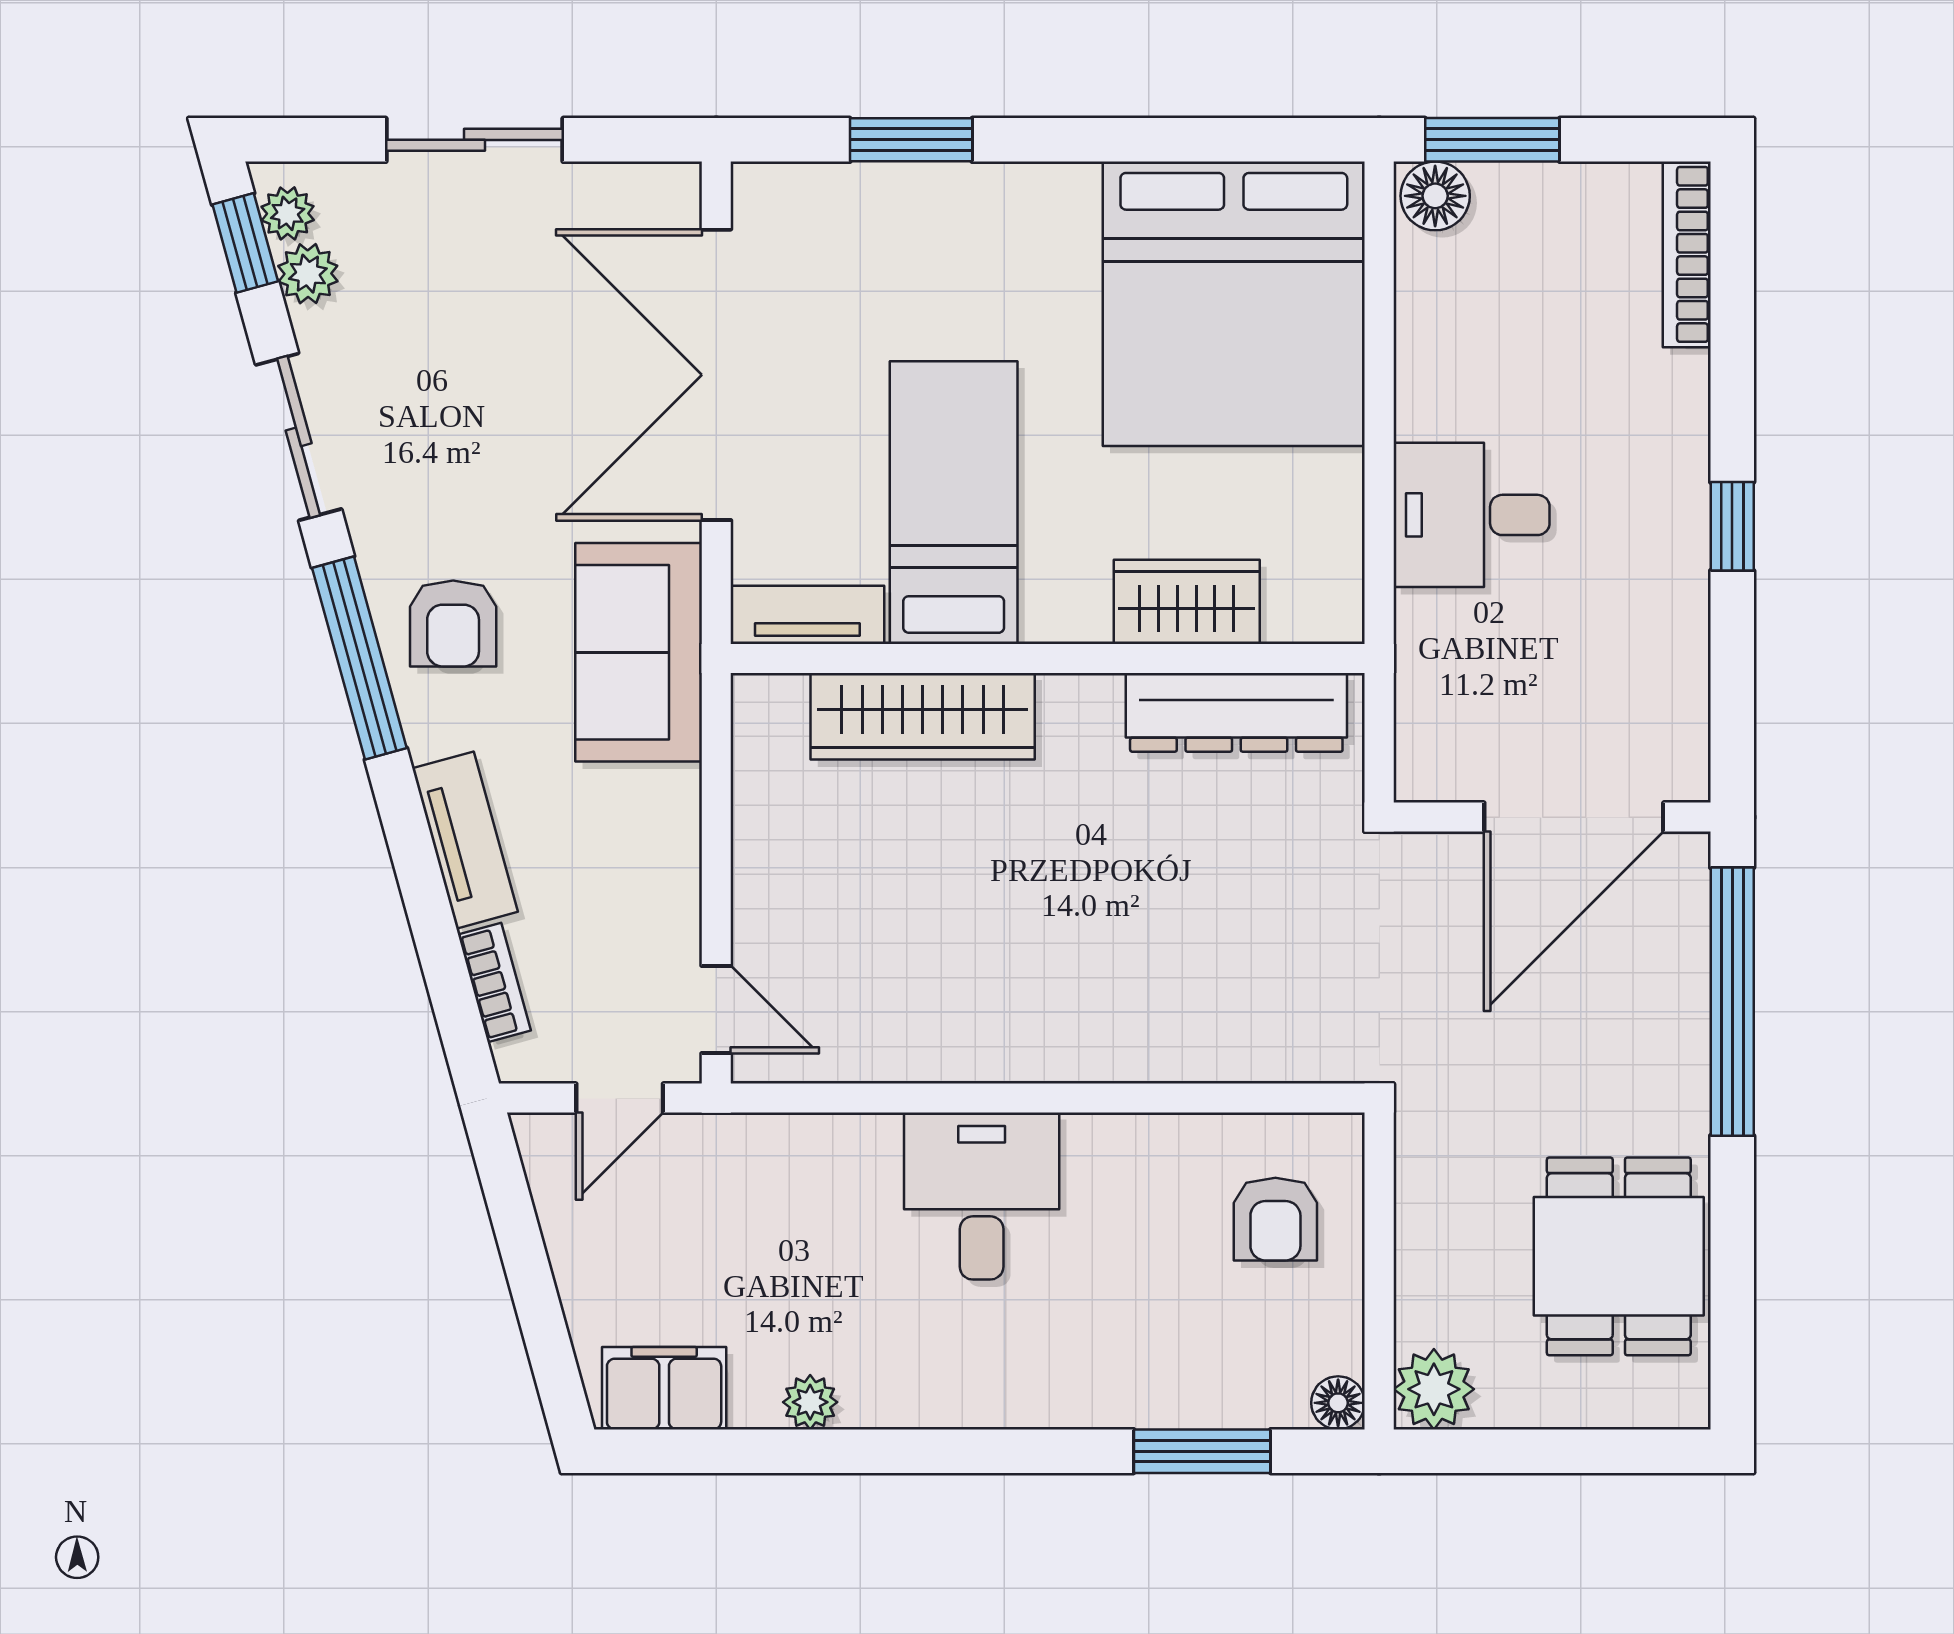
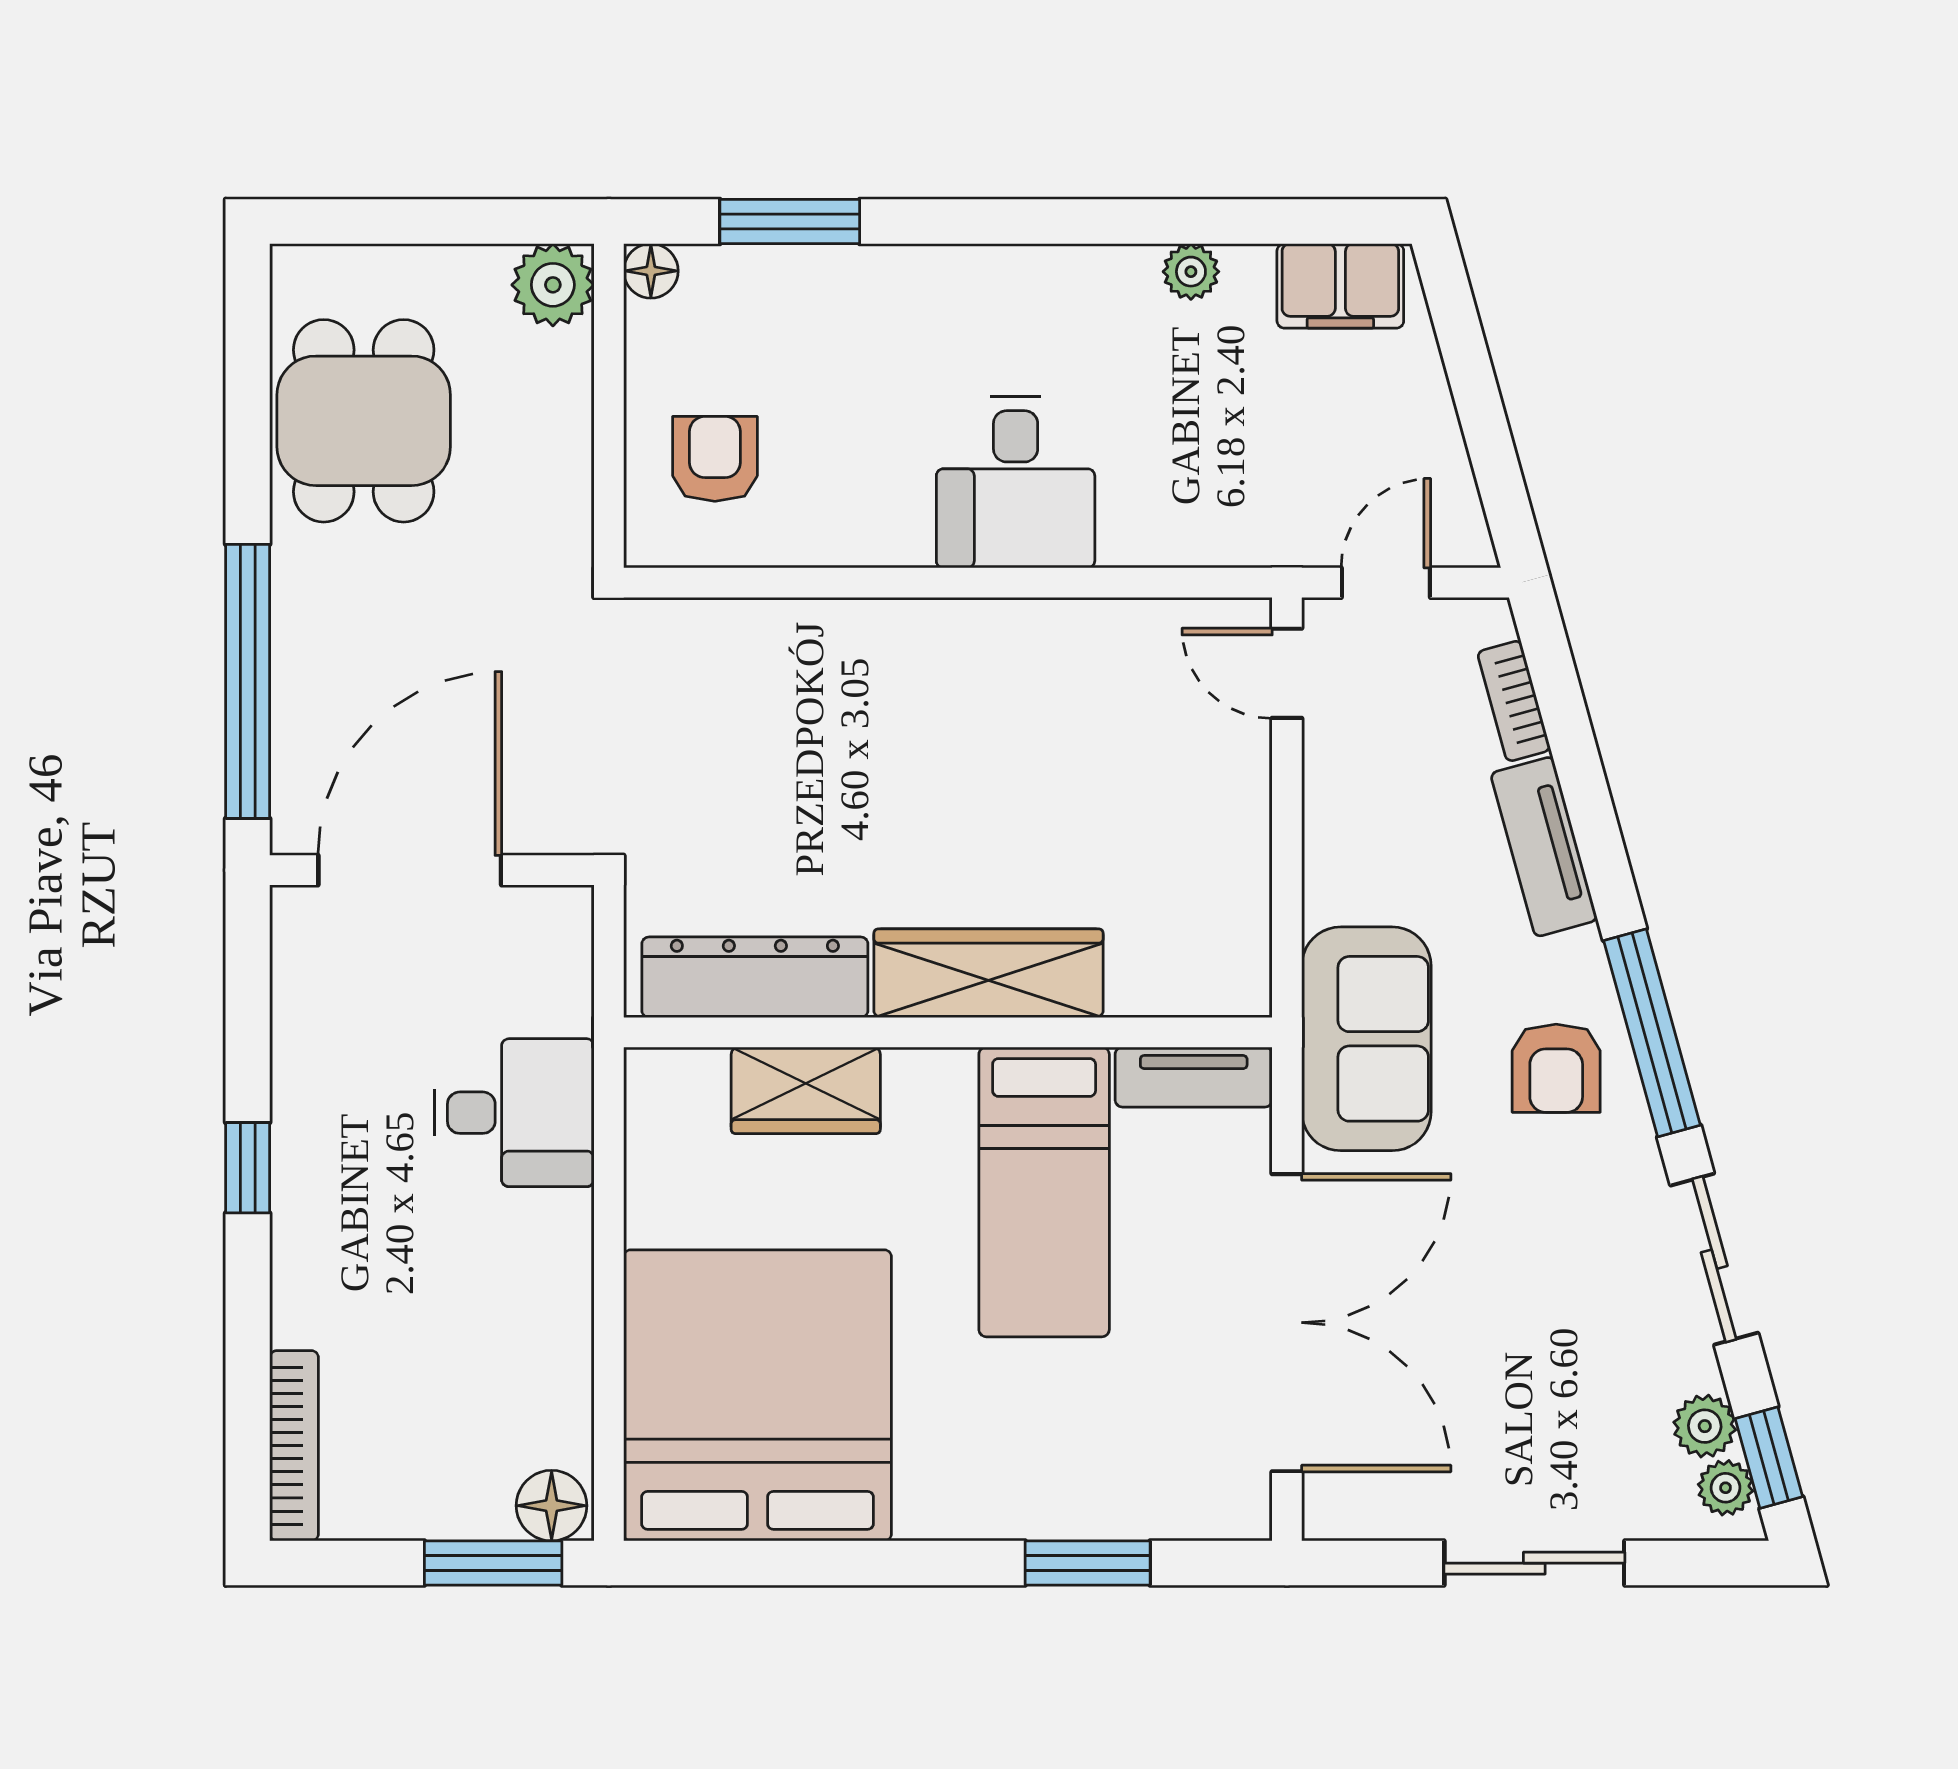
desk: (1471, 515) -> (514, 1113), moved
armchair: (453, 623) -> (1556, 1068), turned 180
wardrobe: (923, 716) -> (988, 973), moved

